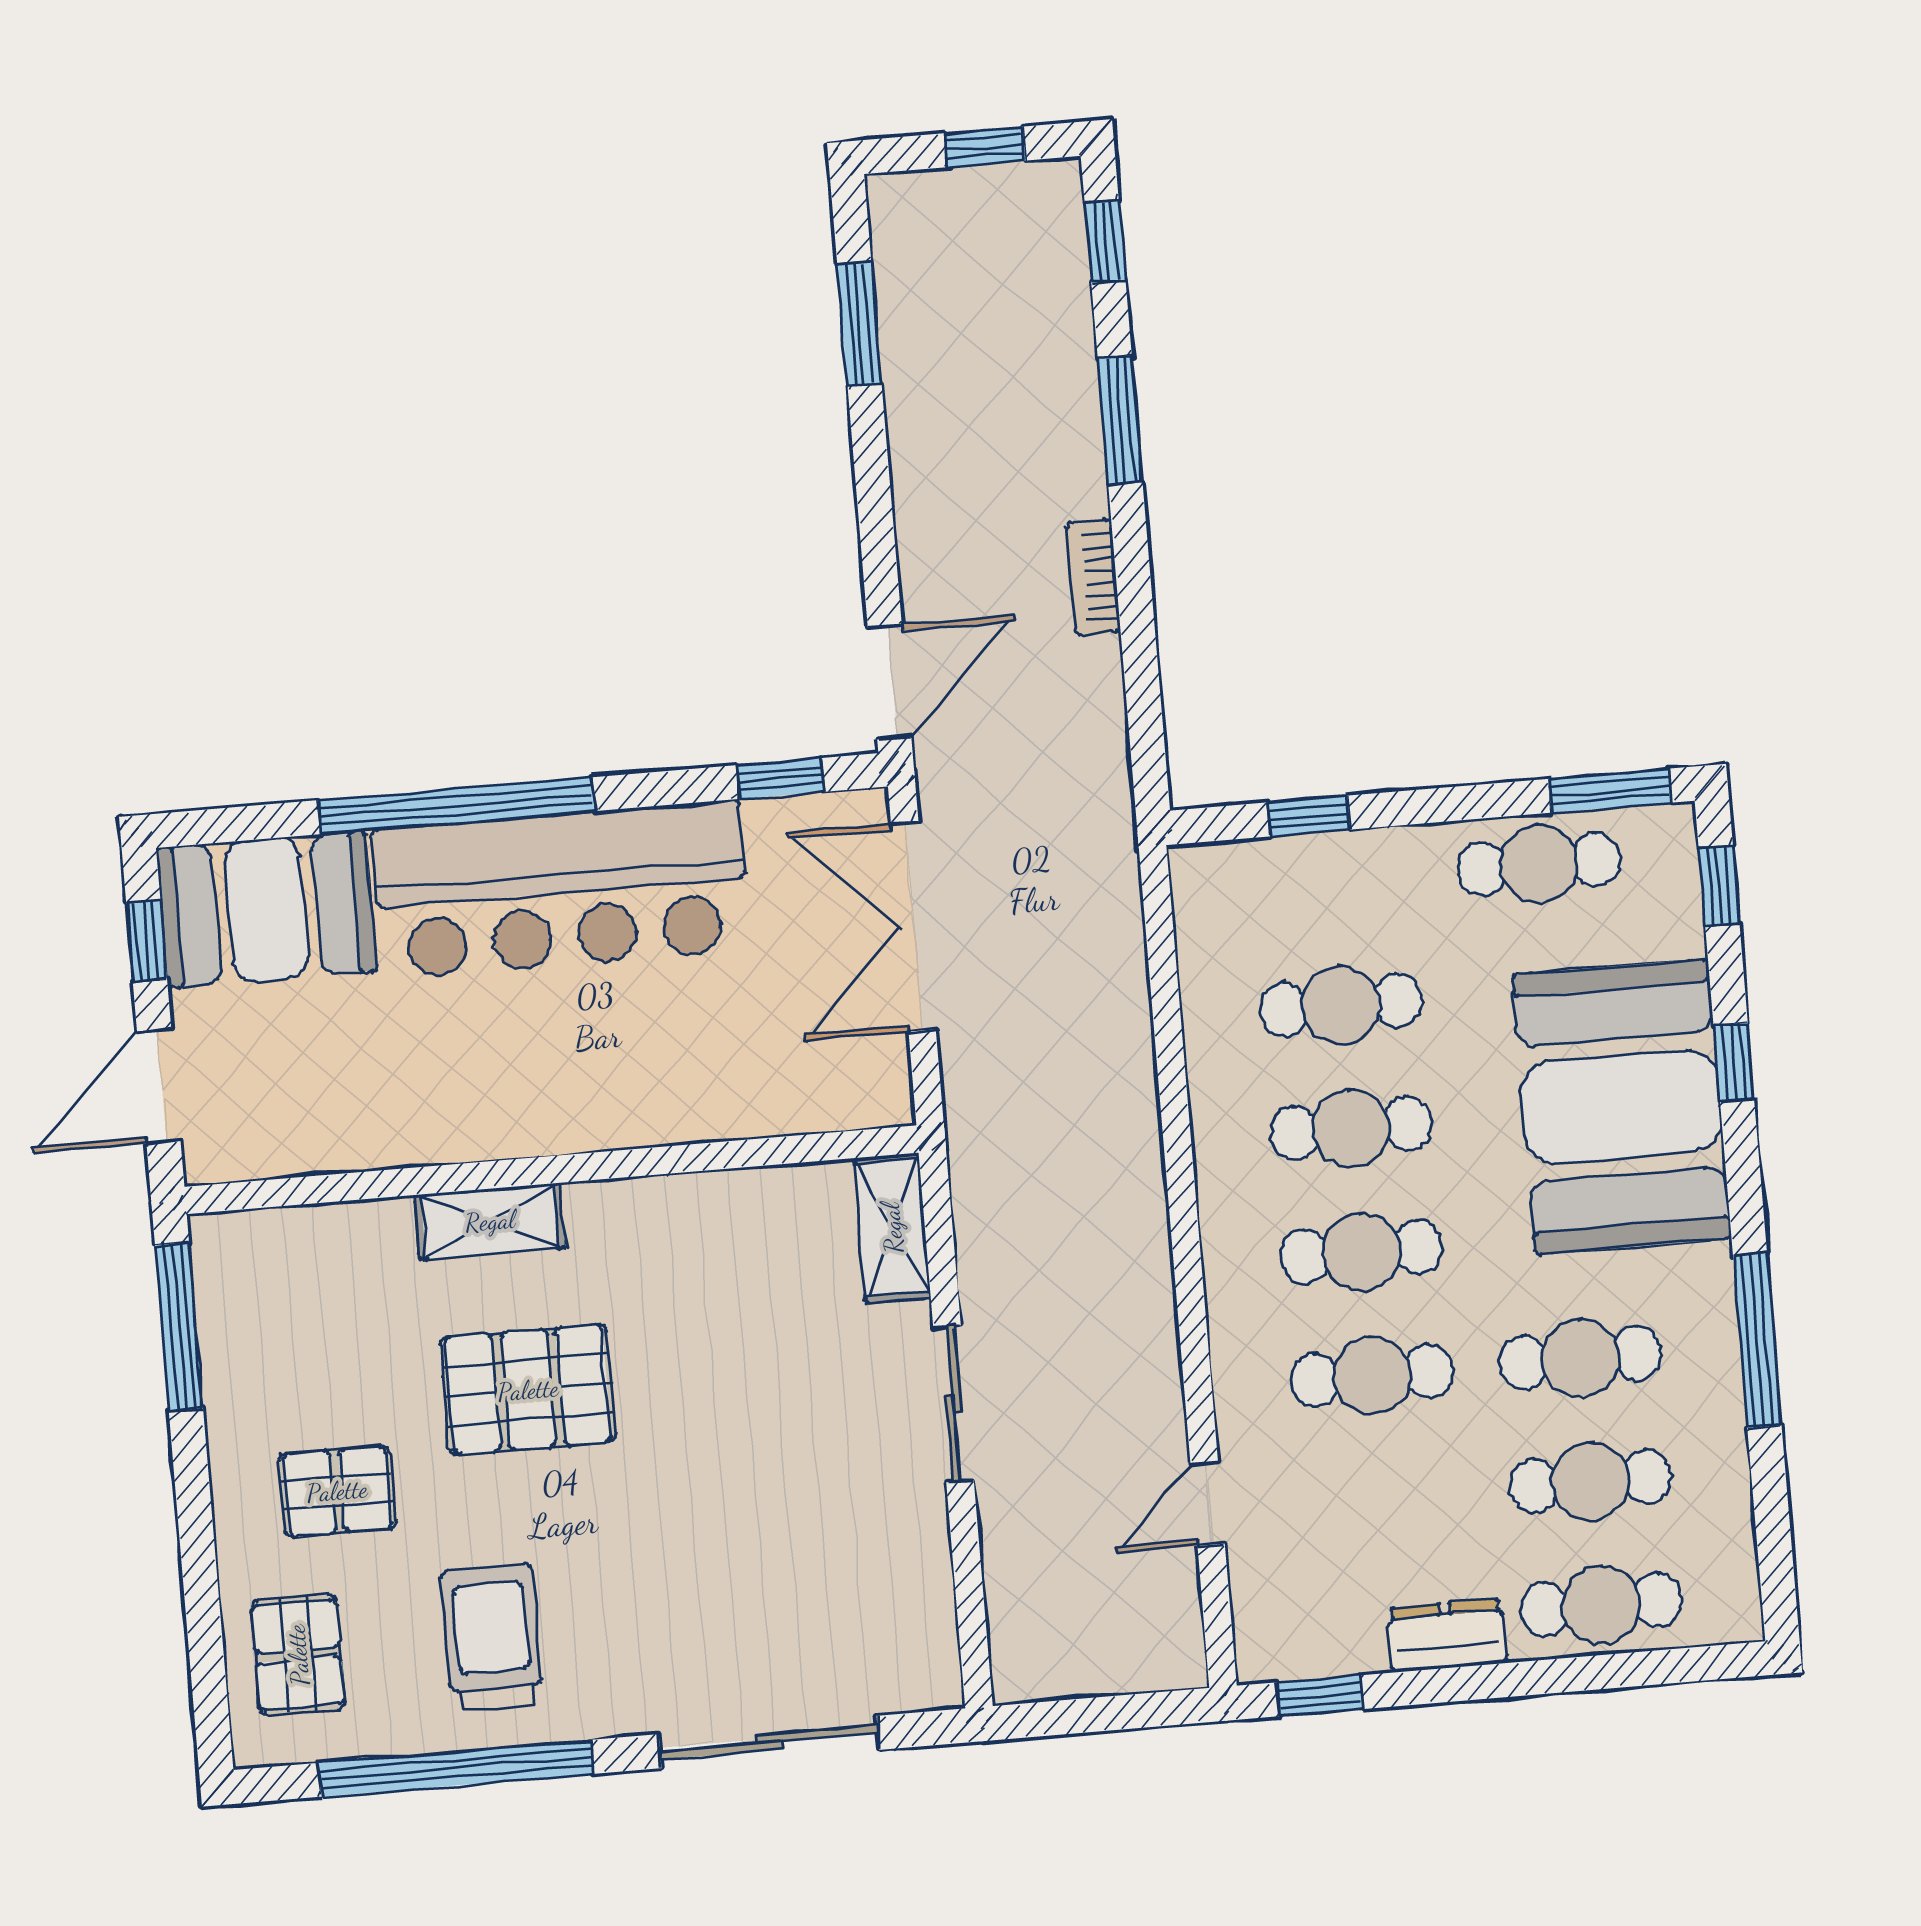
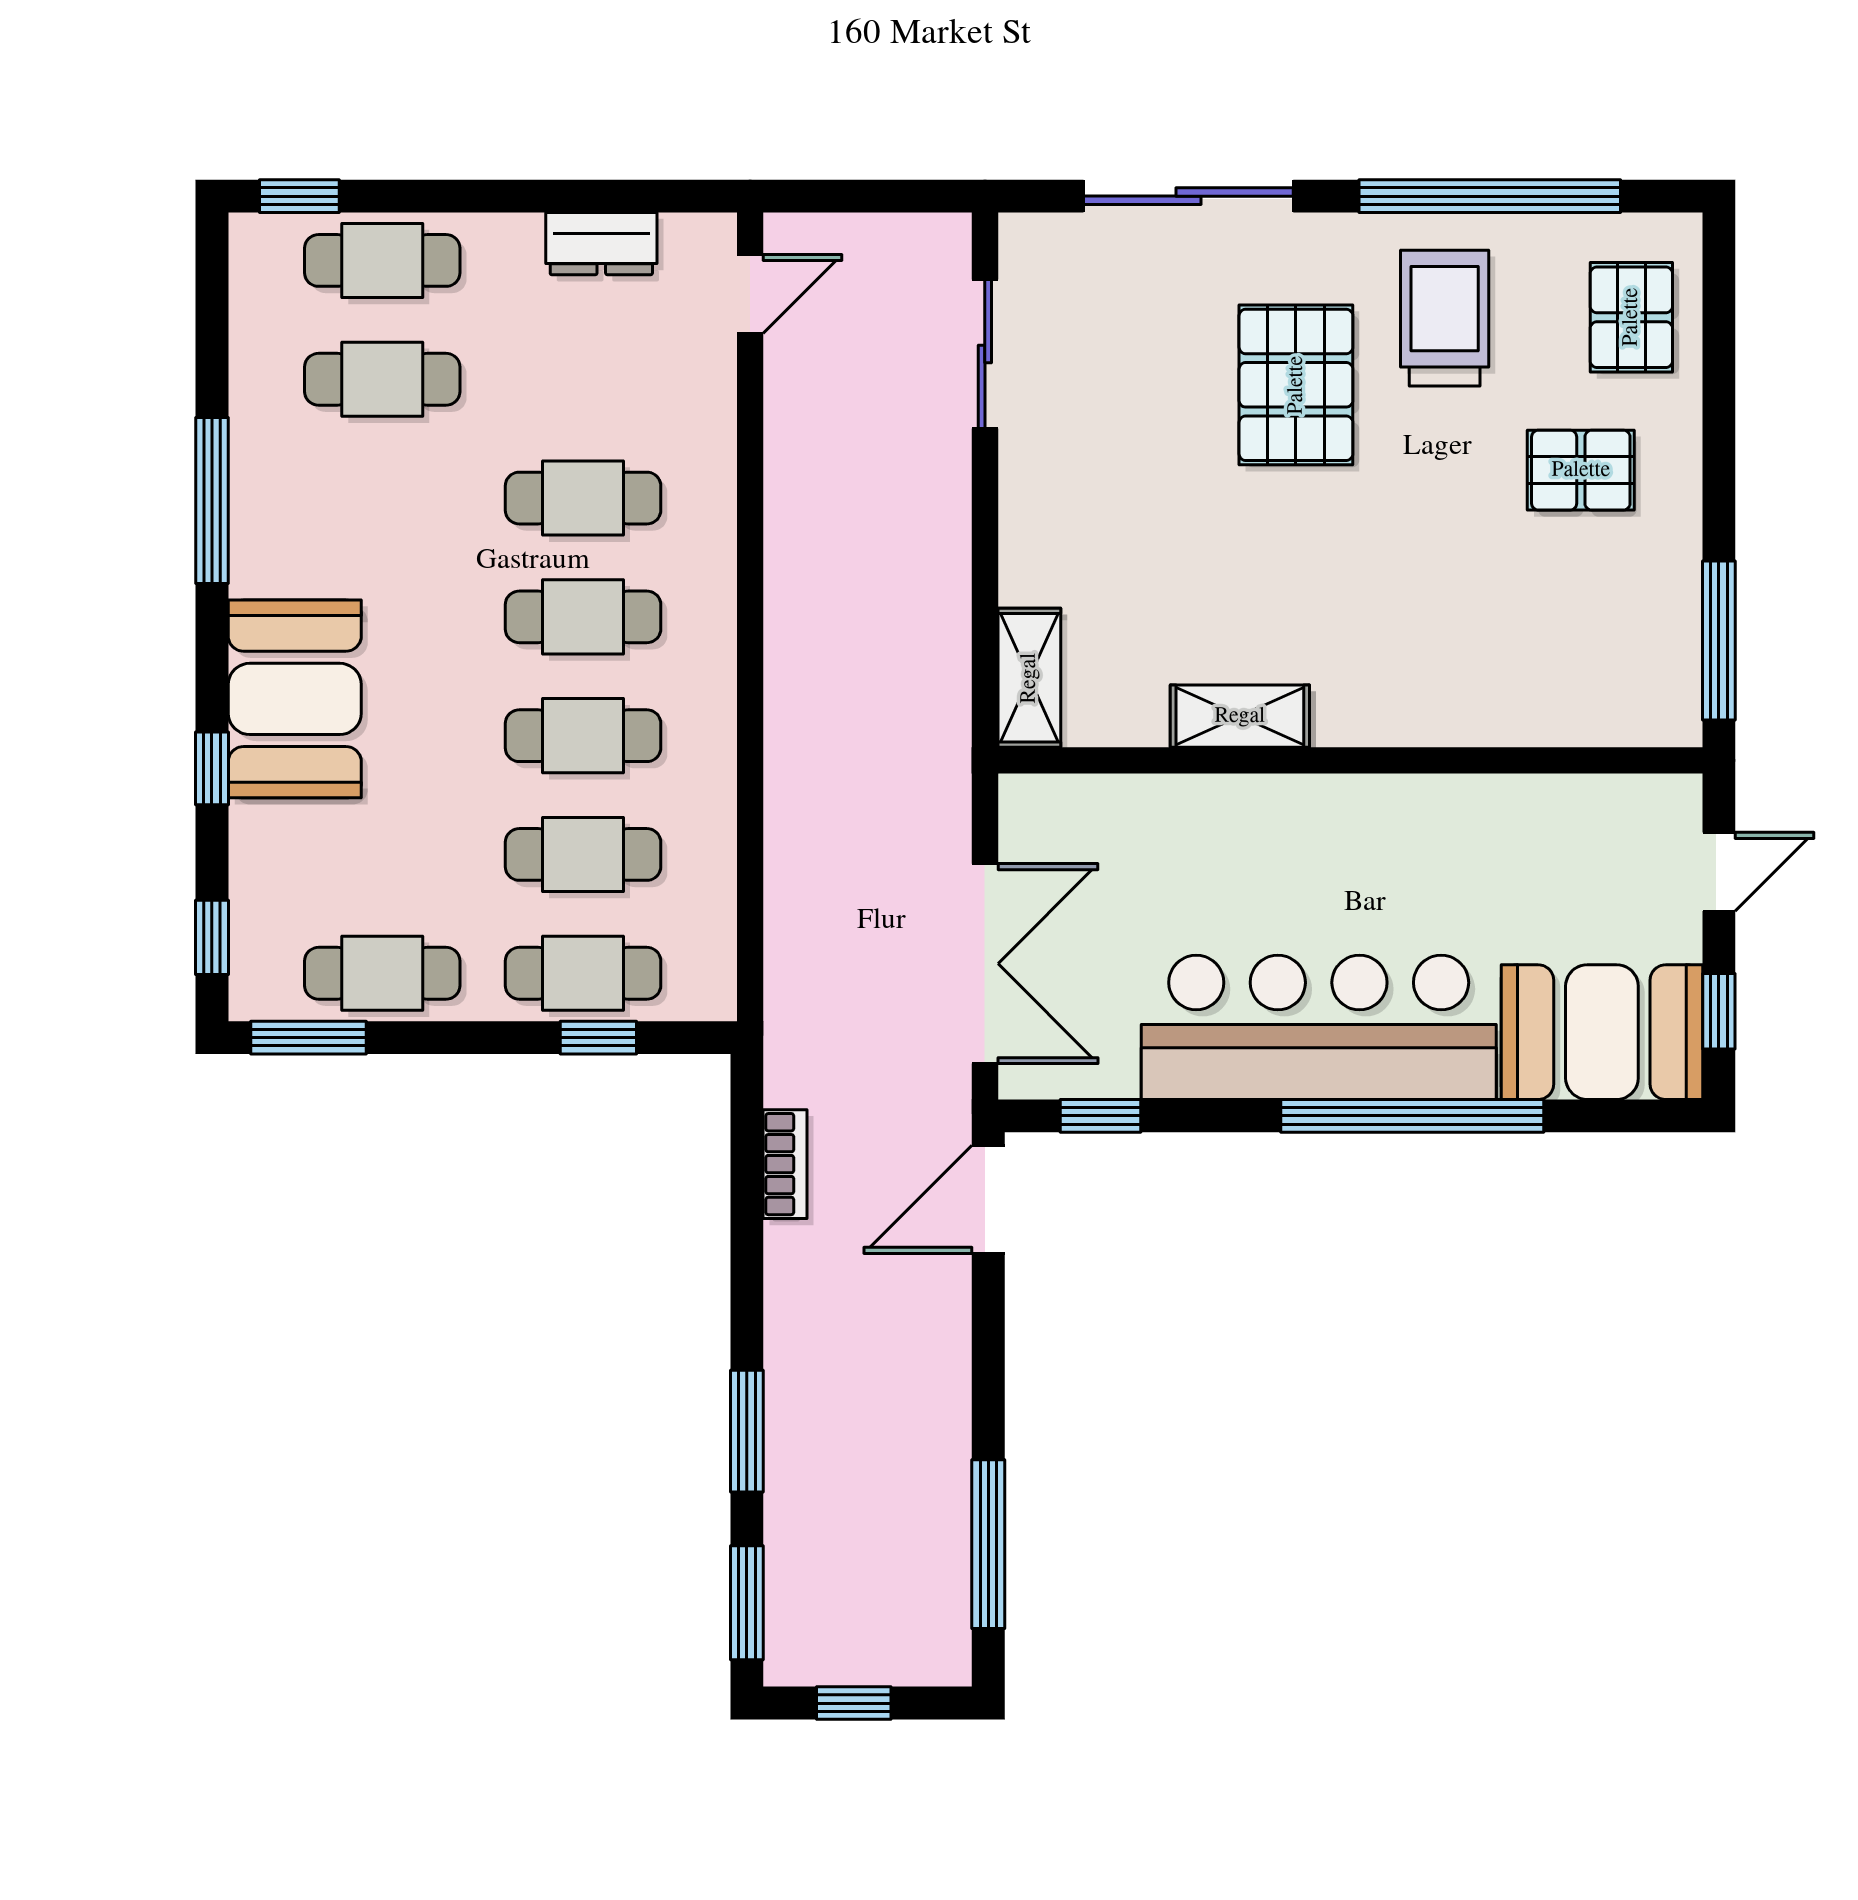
window: (1105, 242) -> (747, 1603), width x1.50
window: (859, 324) -> (988, 1544), width x1.44
bookcase: (1093, 577) -> (785, 1164), moved
door: (159, 1086) -> (1719, 872), width x0.73
booth: (1621, 1107) -> (295, 699), width x0.73, depth x0.70
shelving: (490, 1221) -> (1240, 716), moved
cafe table: (1580, 1358) -> (583, 973), moved
pallet: (528, 1390) -> (1296, 385), moved, turned 90
sliding door: (954, 1404) -> (985, 354), moved
door: (1208, 1504) -> (750, 294), moved
dresser: (1447, 1635) -> (601, 244), moved
trolley: (492, 1637) -> (1445, 318), turned 180
window: (1320, 1696) -> (299, 196), moved

